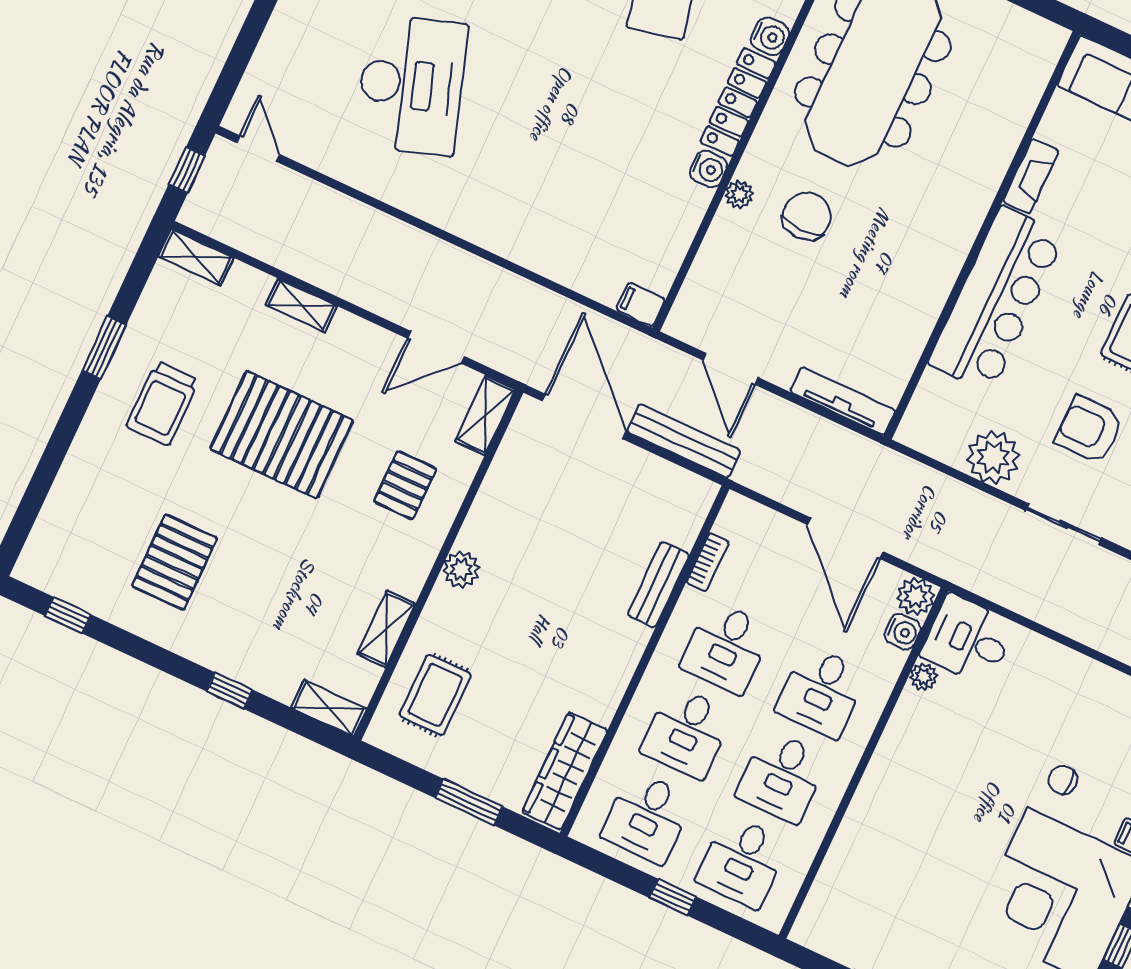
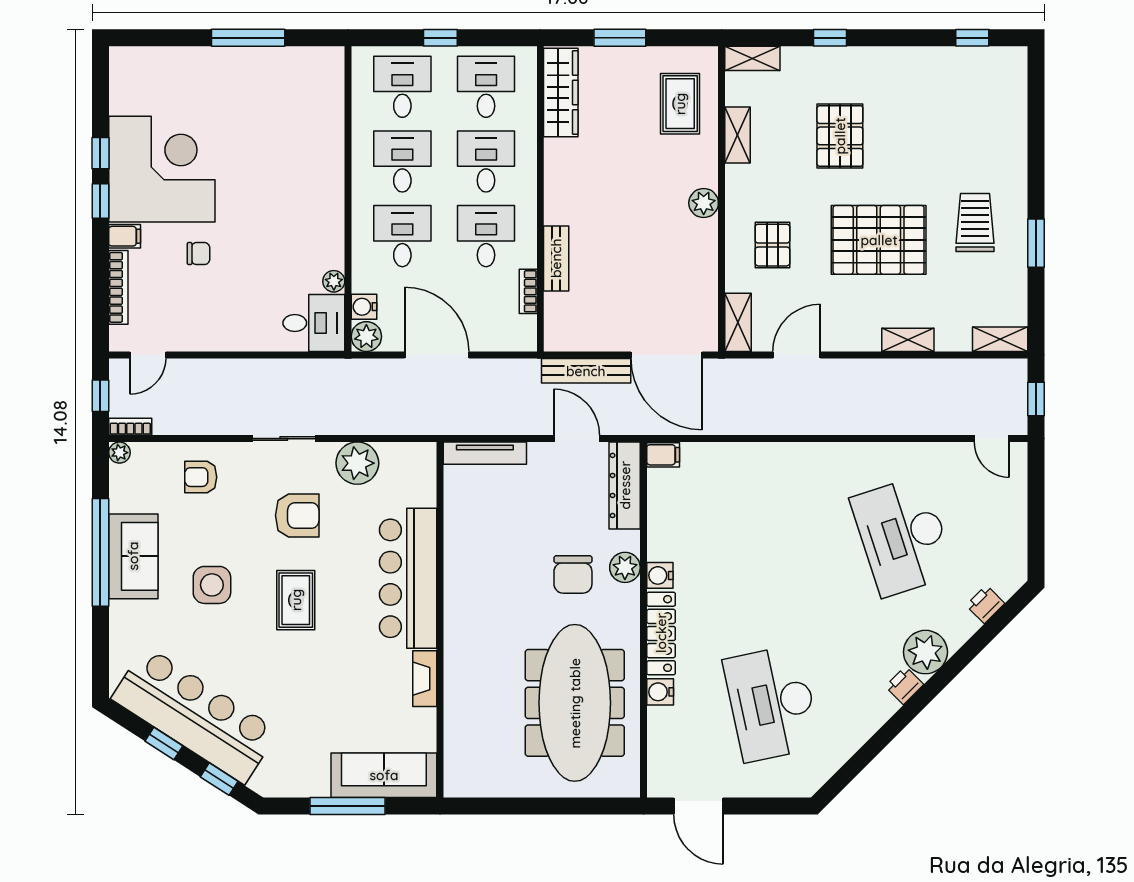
plant: (739, 194) -> (625, 567), width x1.38, depth x1.38
dresser: (701, 290) -> (625, 485), added
pallet: (175, 562) -> (840, 136), moved

